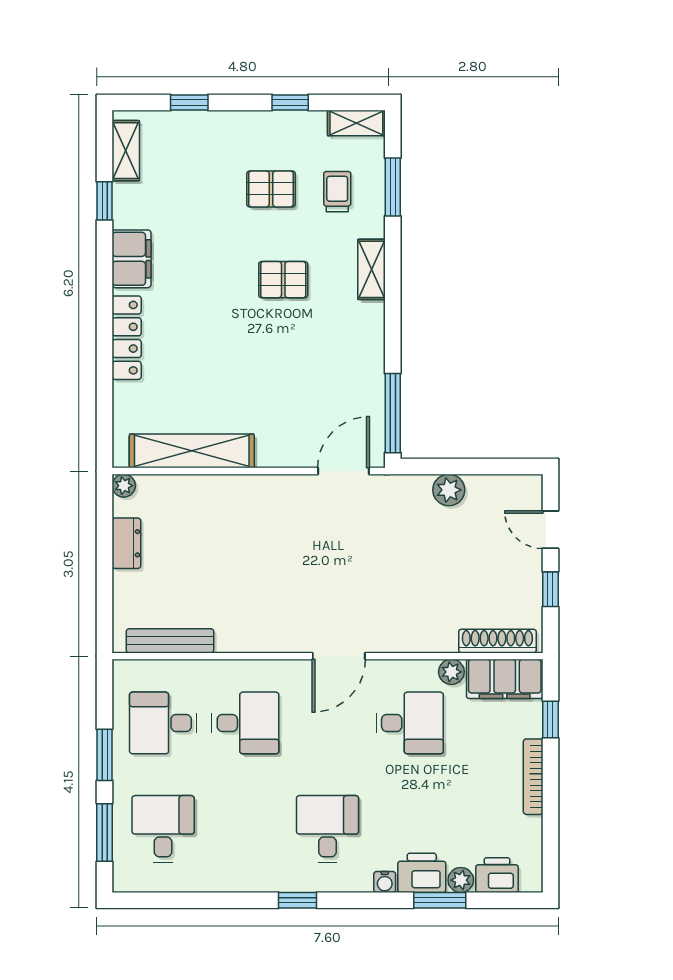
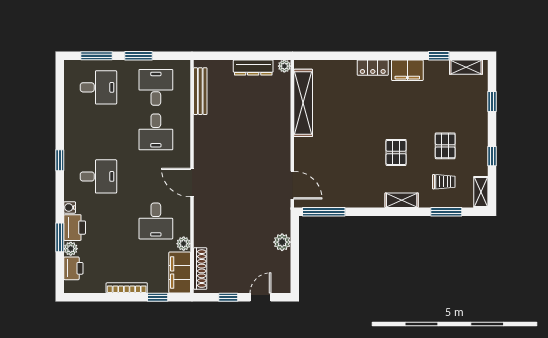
locker: (127, 338) -> (373, 68), width x0.66
dresser: (126, 543) -> (253, 67), width x1.44

